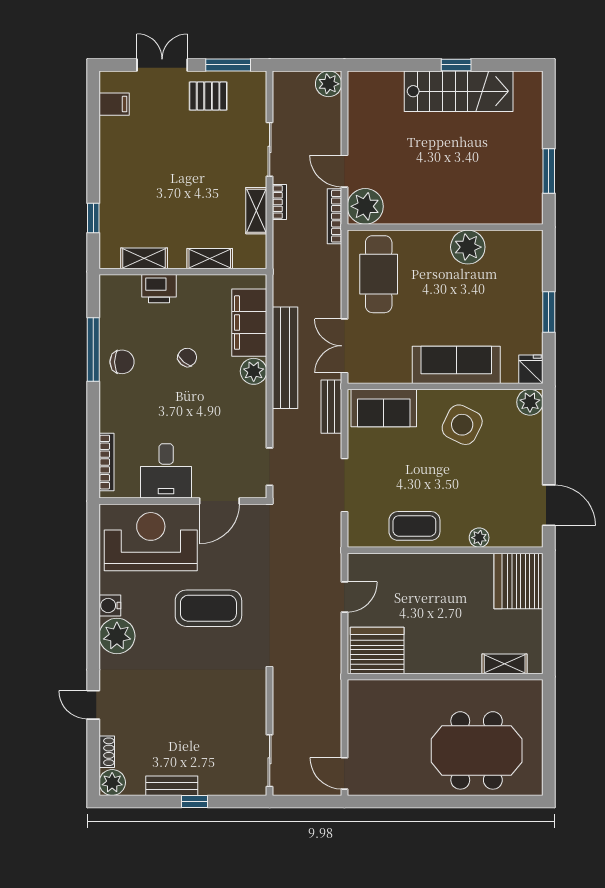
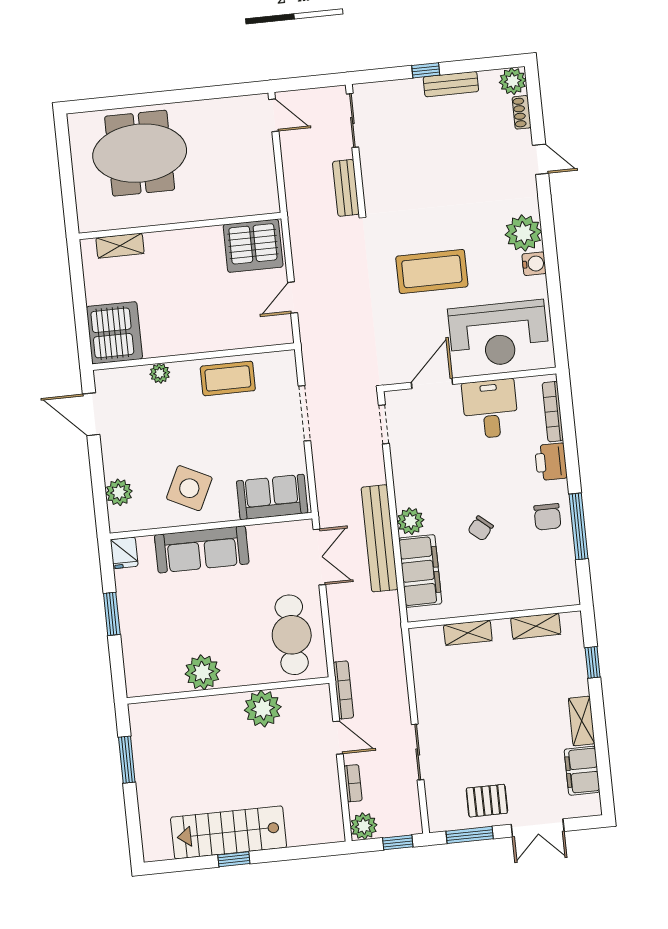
window: (298, 65) -> (398, 842), added
filing cabinet: (114, 104) -> (582, 771), width x2.00
bookcase: (279, 202) -> (353, 783), moved, turned 180
plant: (365, 206) -> (263, 709), moved
shelving: (256, 211) -> (582, 721), moved
printer: (159, 289) -> (551, 462), moved, turned -90
chair: (122, 362) -> (547, 517), turned -90
plant: (530, 402) -> (119, 492), moved
bench: (331, 407) -> (346, 188), moved

